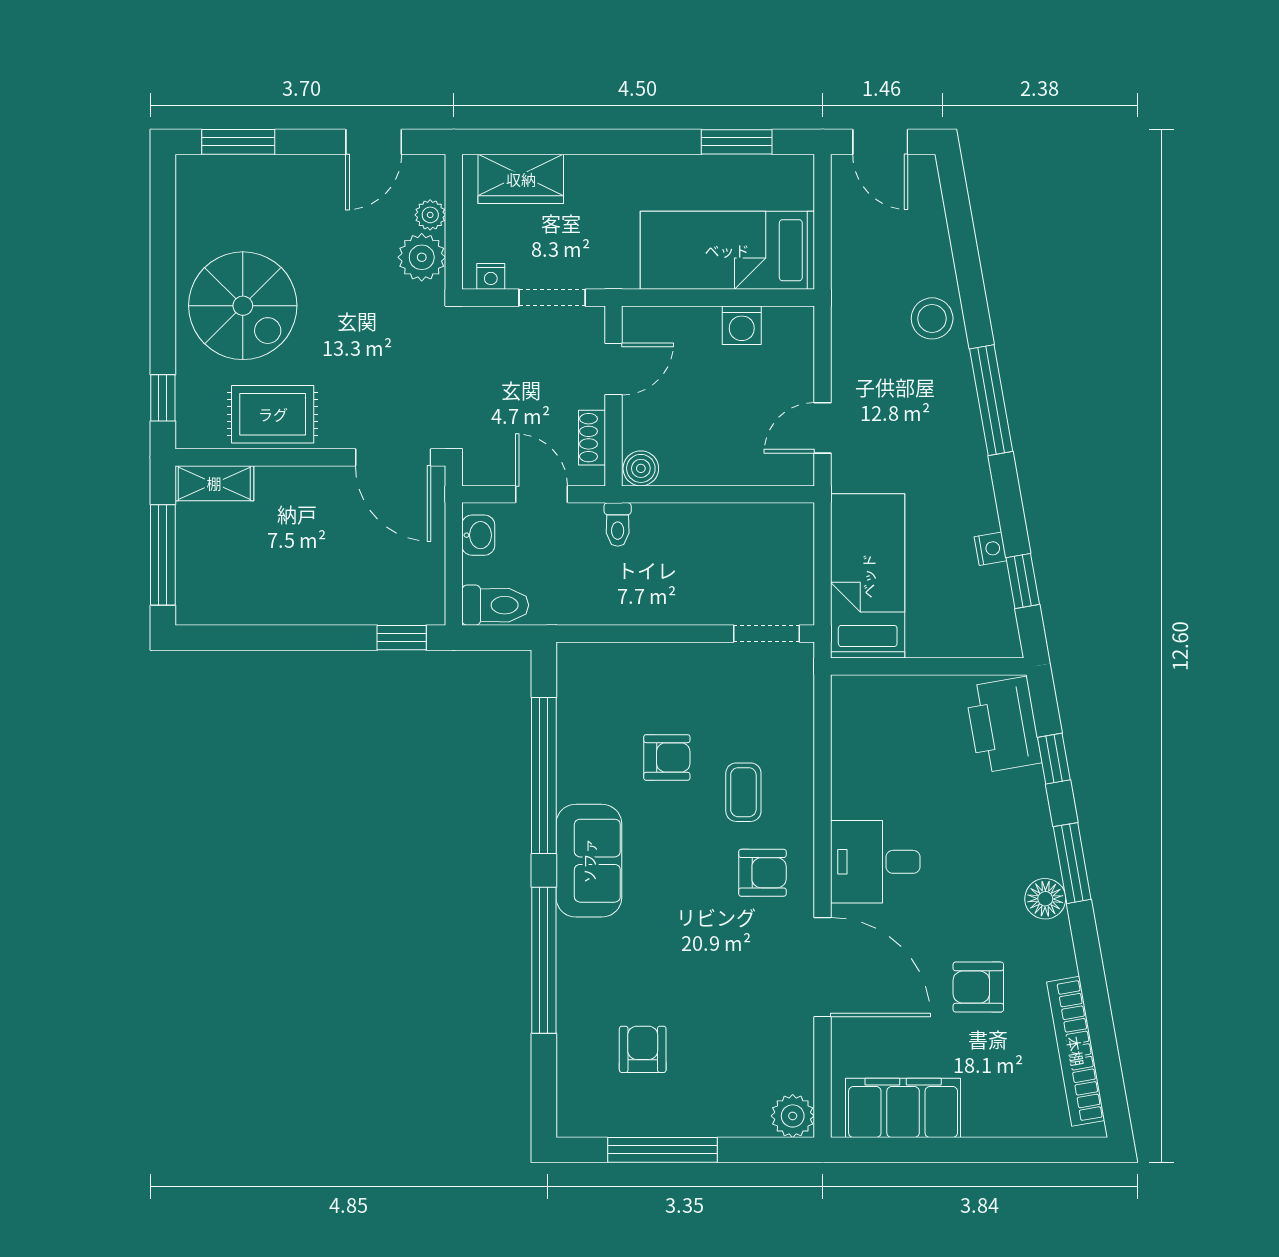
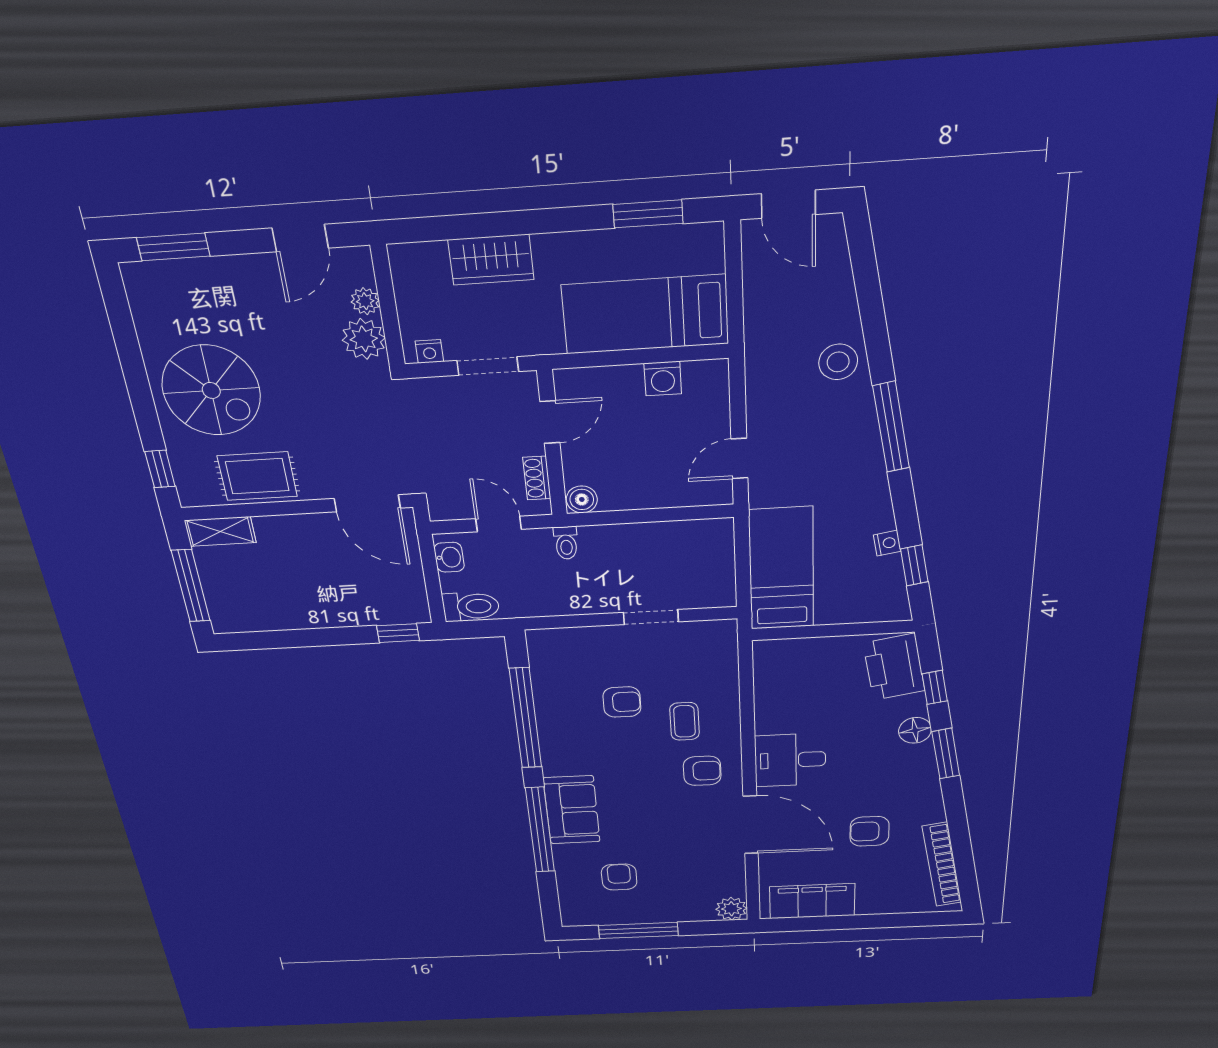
wardrobe: (521, 179) -> (491, 260), moved
doorway: (767, 634) -> (651, 617), moved
sofa: (589, 861) -> (572, 810), moved
floor lamp: (1045, 899) -> (915, 730), moved

